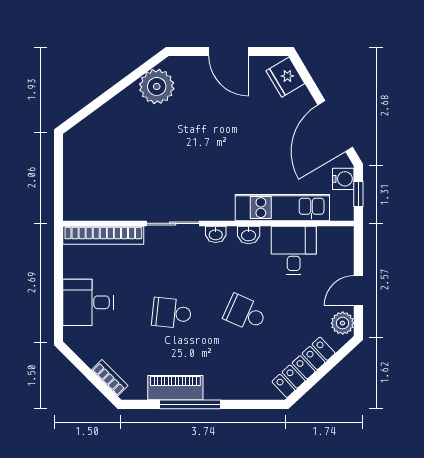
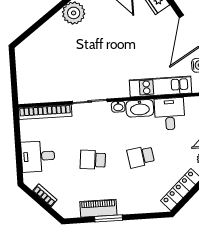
washbasin: (249, 235) -> (140, 108), width x1.91, depth x1.45
school desk: (245, 313) -> (141, 157), turned -33
bookcase: (110, 378) -> (45, 195), moved
window: (190, 404) -> (109, 218), width x0.69

